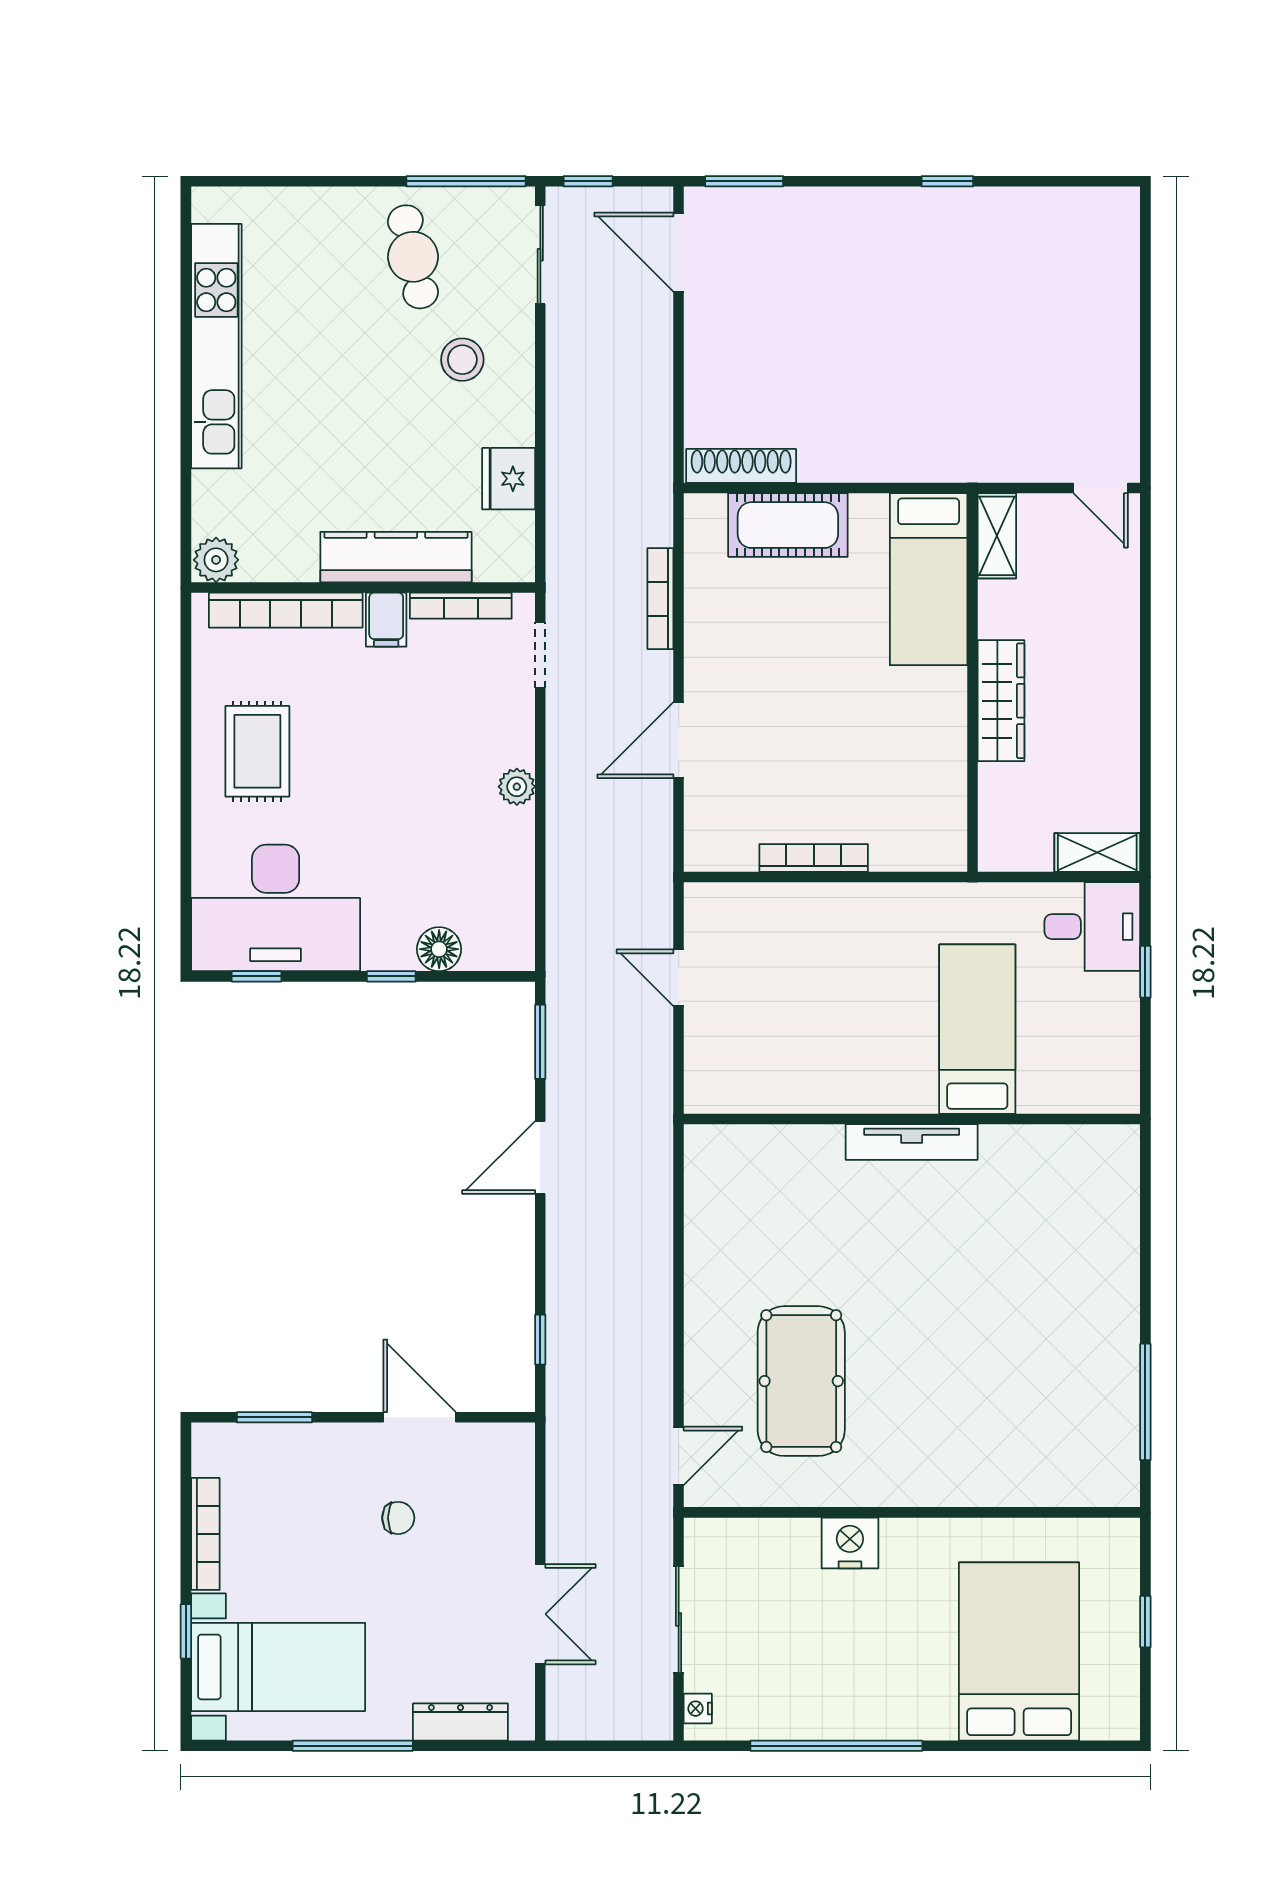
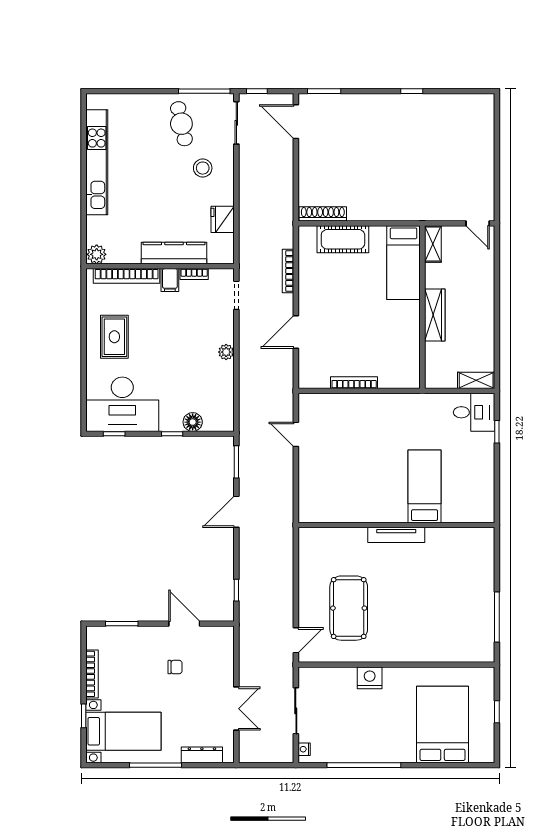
bookcase: (461, 606) -> (194, 274), width x0.64
bed: (977, 1029) -> (425, 486), moved
wall: (912, 1119) -> (396, 525), moved
tv unit: (912, 1142) -> (396, 535), moved

